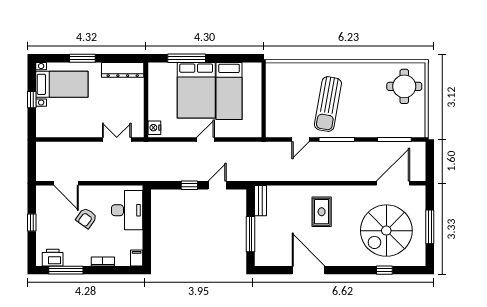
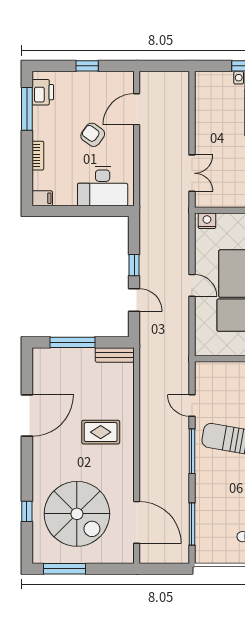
window: (430, 227) -> (65, 569), moved
spiral stairs: (386, 231) -> (77, 514), turned 180

